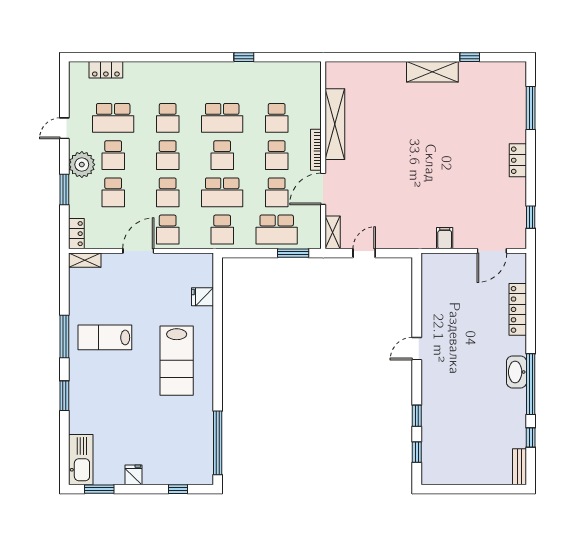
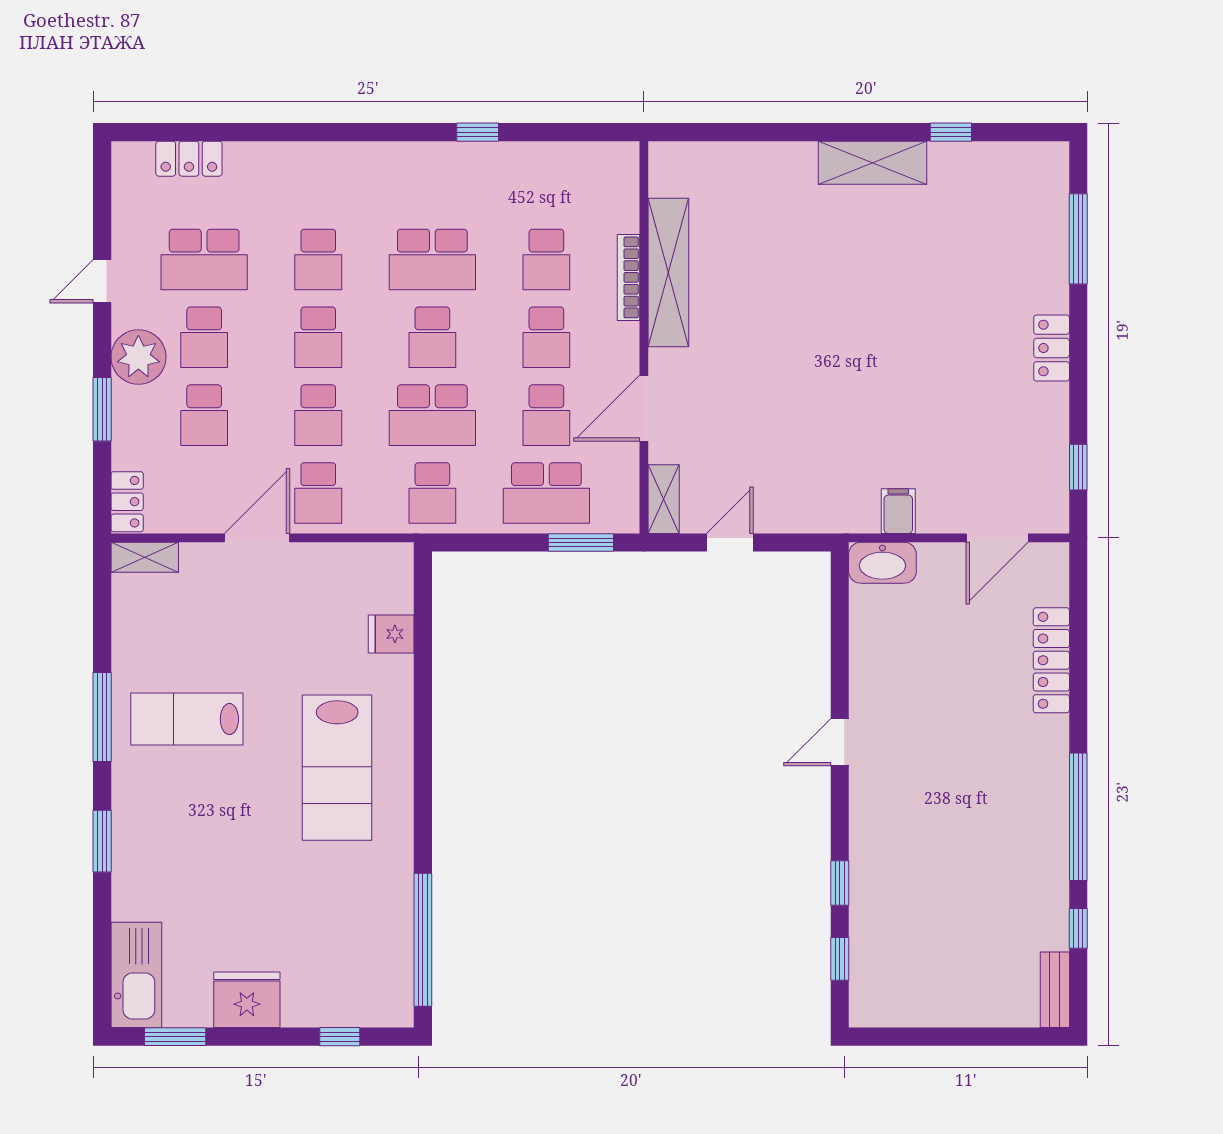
bookcase: (316, 150) -> (629, 277), moved
washbasin: (517, 372) -> (882, 563), moved, turned -90
fridge: (134, 475) -> (247, 1000), width x1.88, depth x1.34

